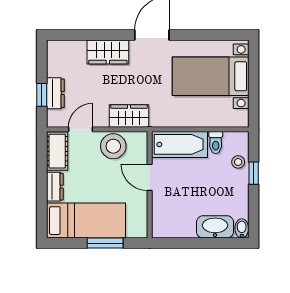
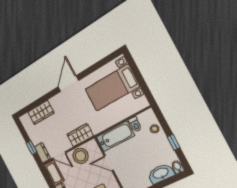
wardrobe: (108, 52) -> (41, 112), moved
dresser: (55, 93) -> (42, 153), moved
door: (81, 129) -> (59, 156), swing flipped
window: (254, 173) -> (174, 142), moved

